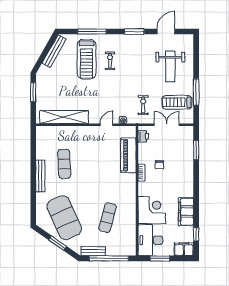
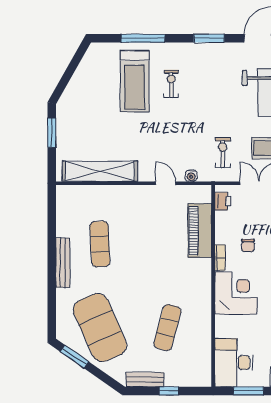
bench: (54, 51) -> (84, 69), removed
door: (106, 125) -> (166, 183), hinge flipped
corner desk: (152, 210) -> (236, 293), moved
window: (58, 243) -> (74, 357), moved
window: (109, 258) -> (169, 391), width x0.32

